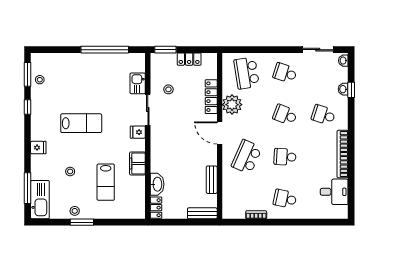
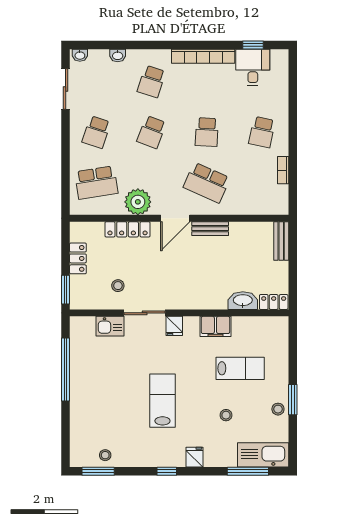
window: (351, 90) -> (253, 45), moved
window: (28, 107) -> (167, 471), moved
bench: (212, 180) -> (210, 229), moved

